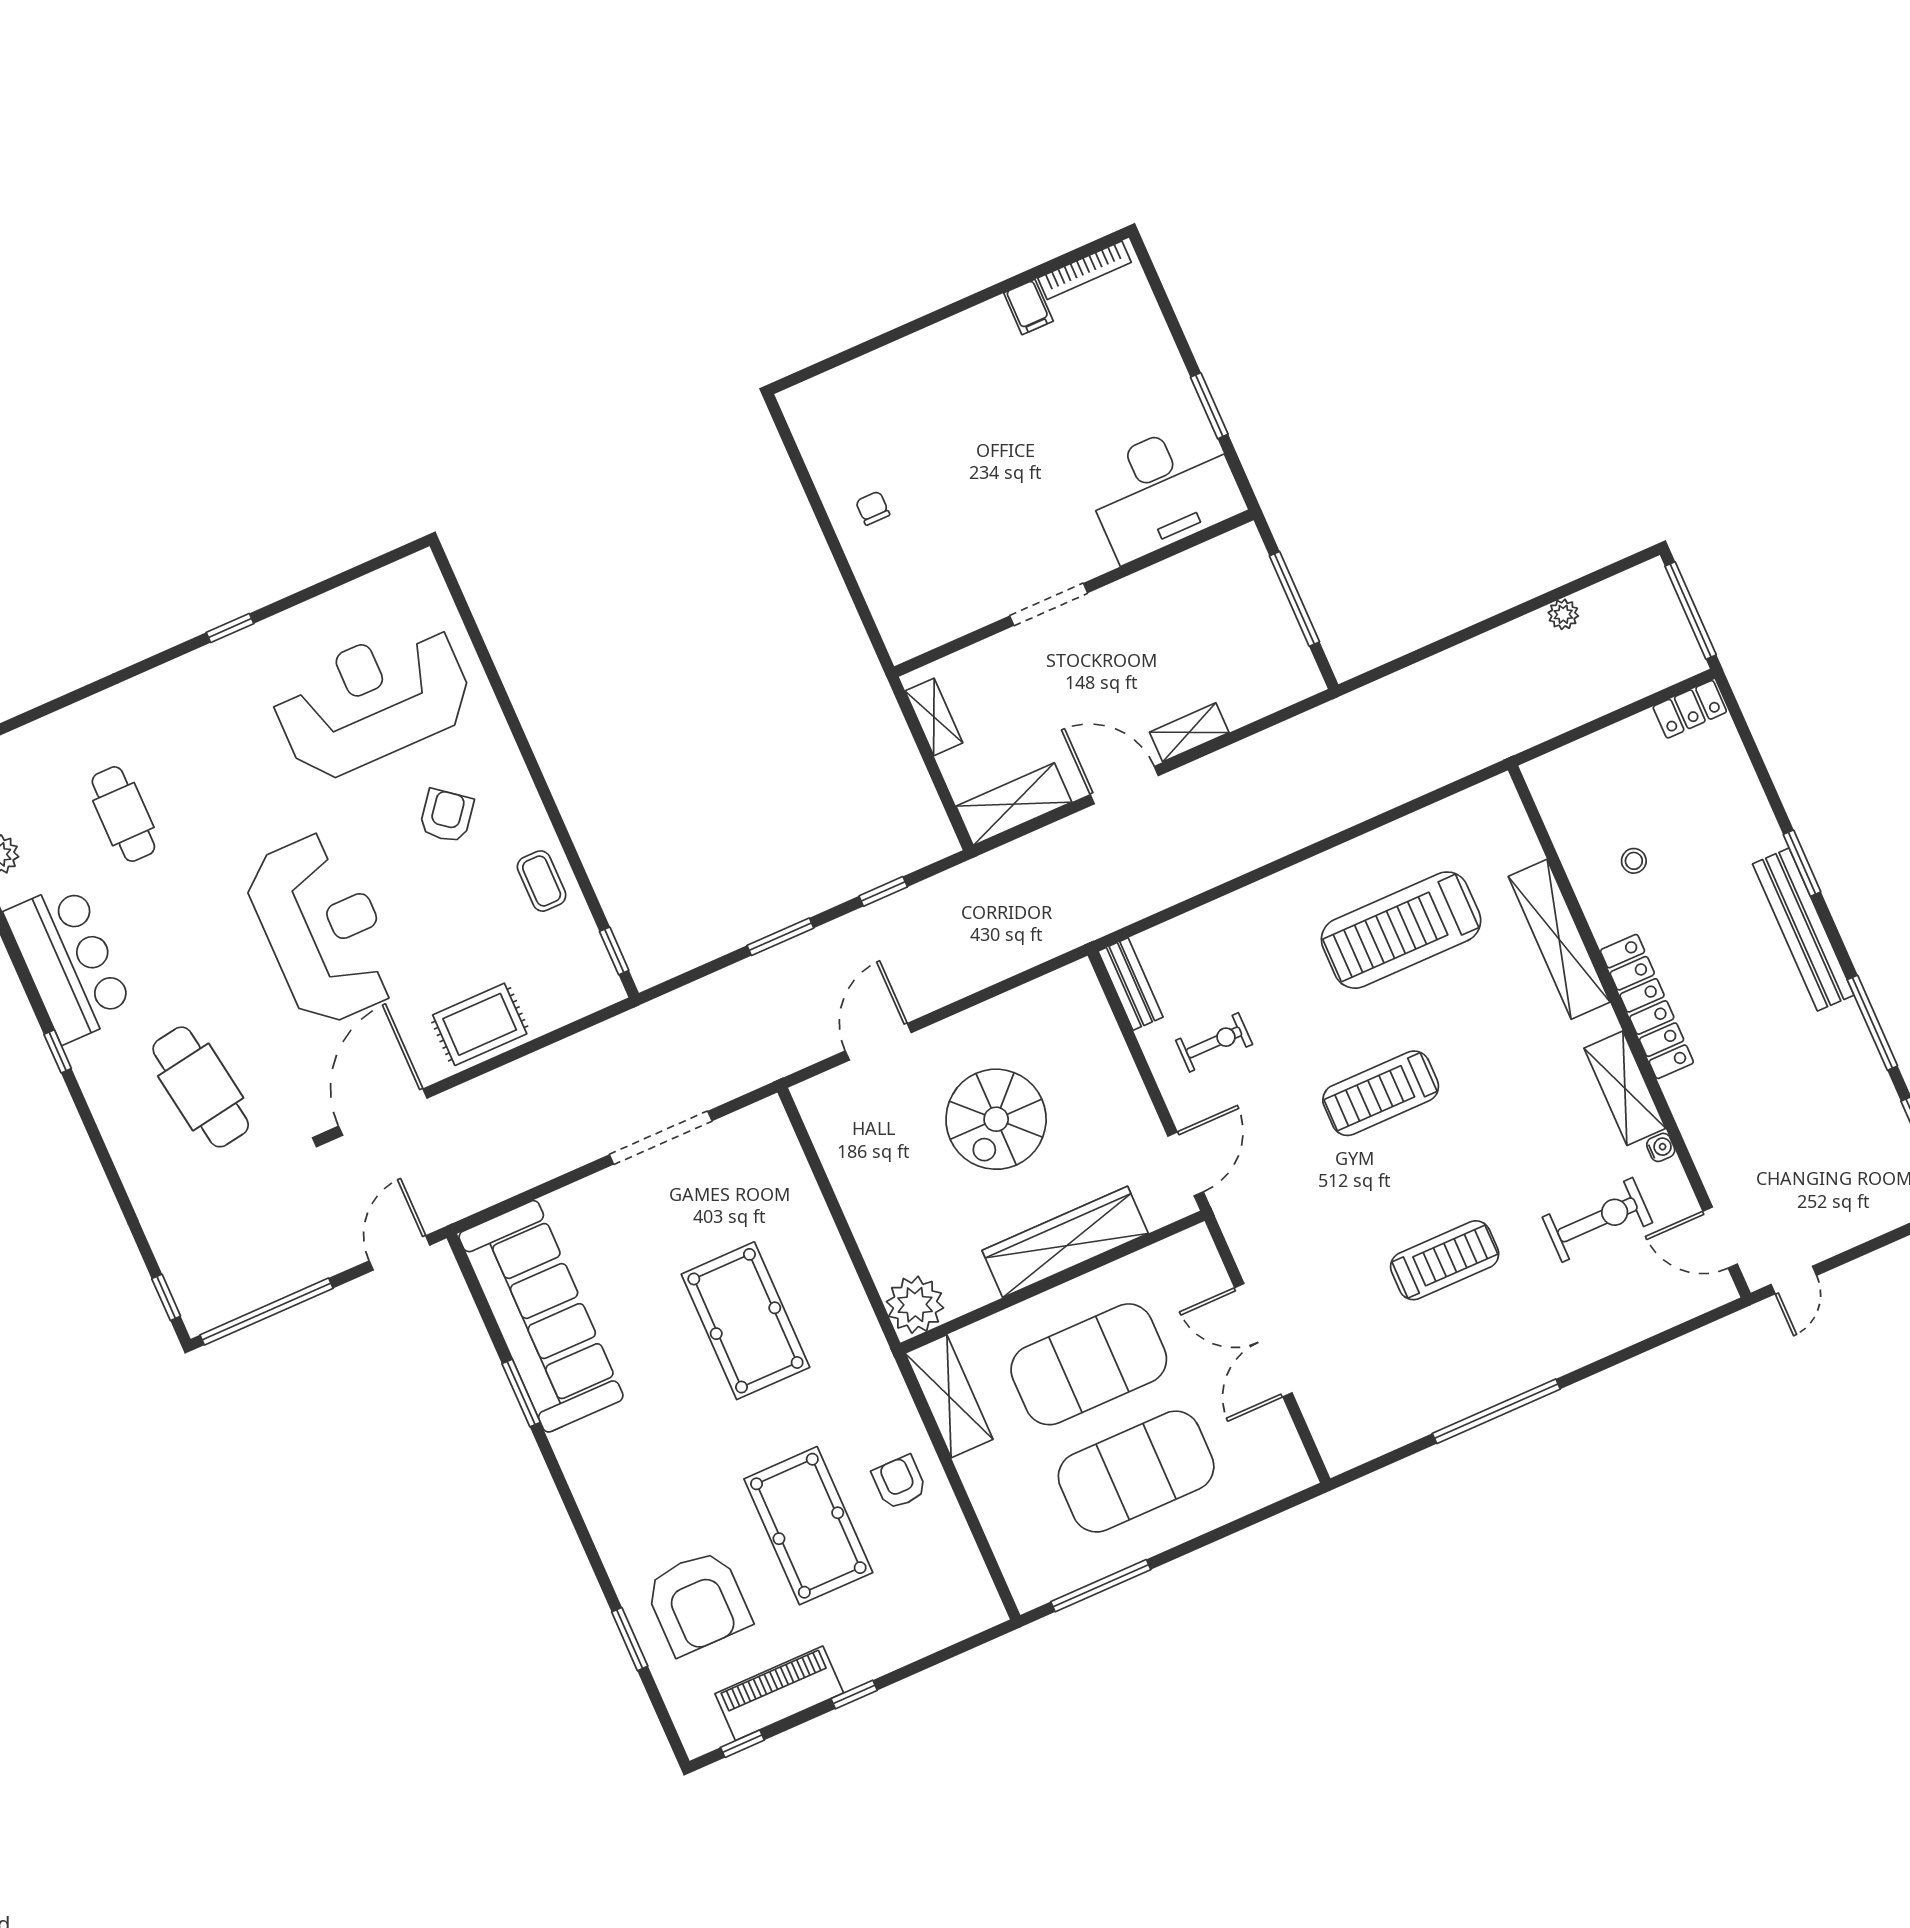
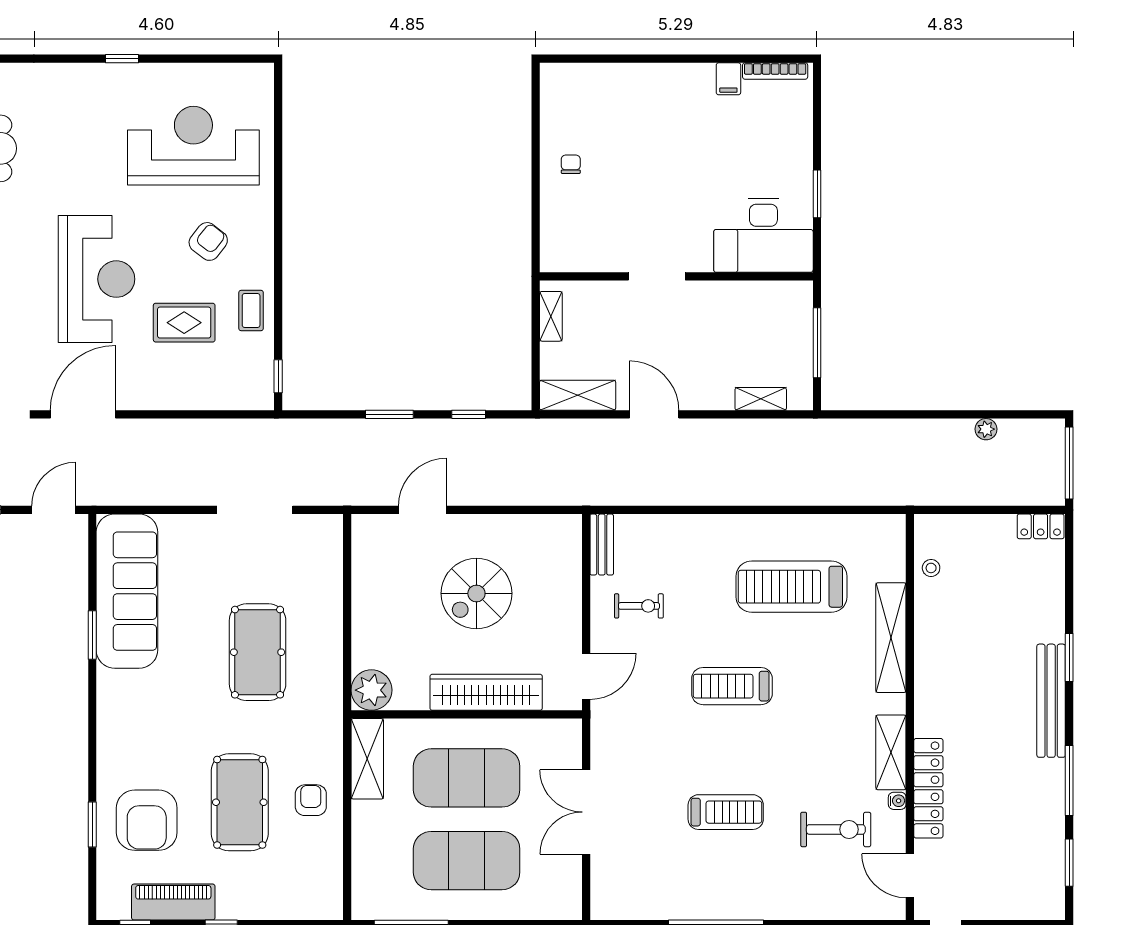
shelving: (1189, 732) -> (761, 399), moved
stool: (1634, 861) -> (931, 568), moved
locker: (1647, 1006) -> (928, 788), moved
rug: (480, 1024) -> (184, 323), moved

